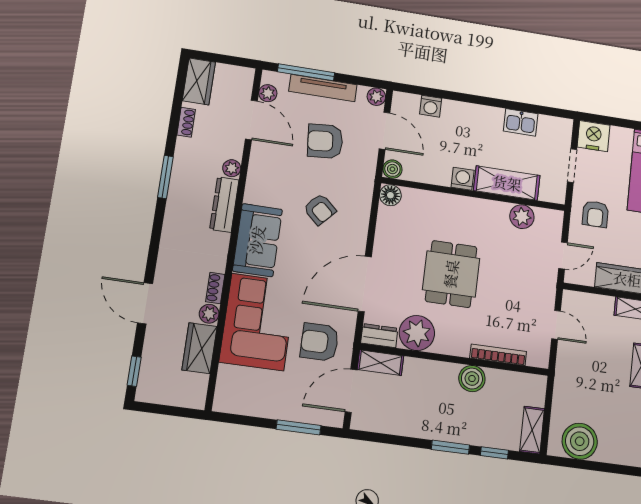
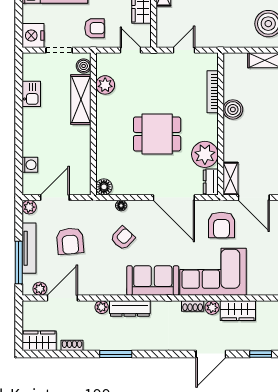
boiler: (392, 169) -> (84, 66), moved
washing machine: (463, 179) -> (83, 134), removed
floor lamp: (363, 214) -> (121, 206), added

